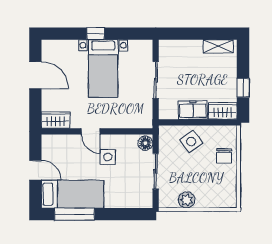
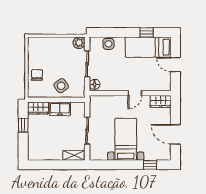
window: (96, 34) -> (150, 165), moved
shelving: (218, 46) -> (74, 155), moved
door: (91, 131) -> (135, 93), swing flipped
side table: (108, 157) -> (108, 44), moved
plant: (187, 200) -> (79, 43), moved
window: (75, 214) -> (147, 32), width x0.46

